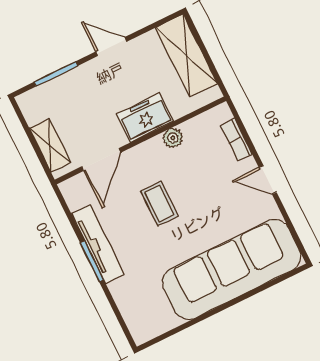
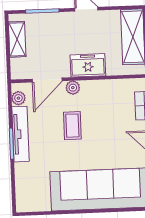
plant: (173, 138) -> (73, 88), moved
shelving: (50, 145) -> (17, 39), moved
plant: (75, 199) -> (18, 98), added

